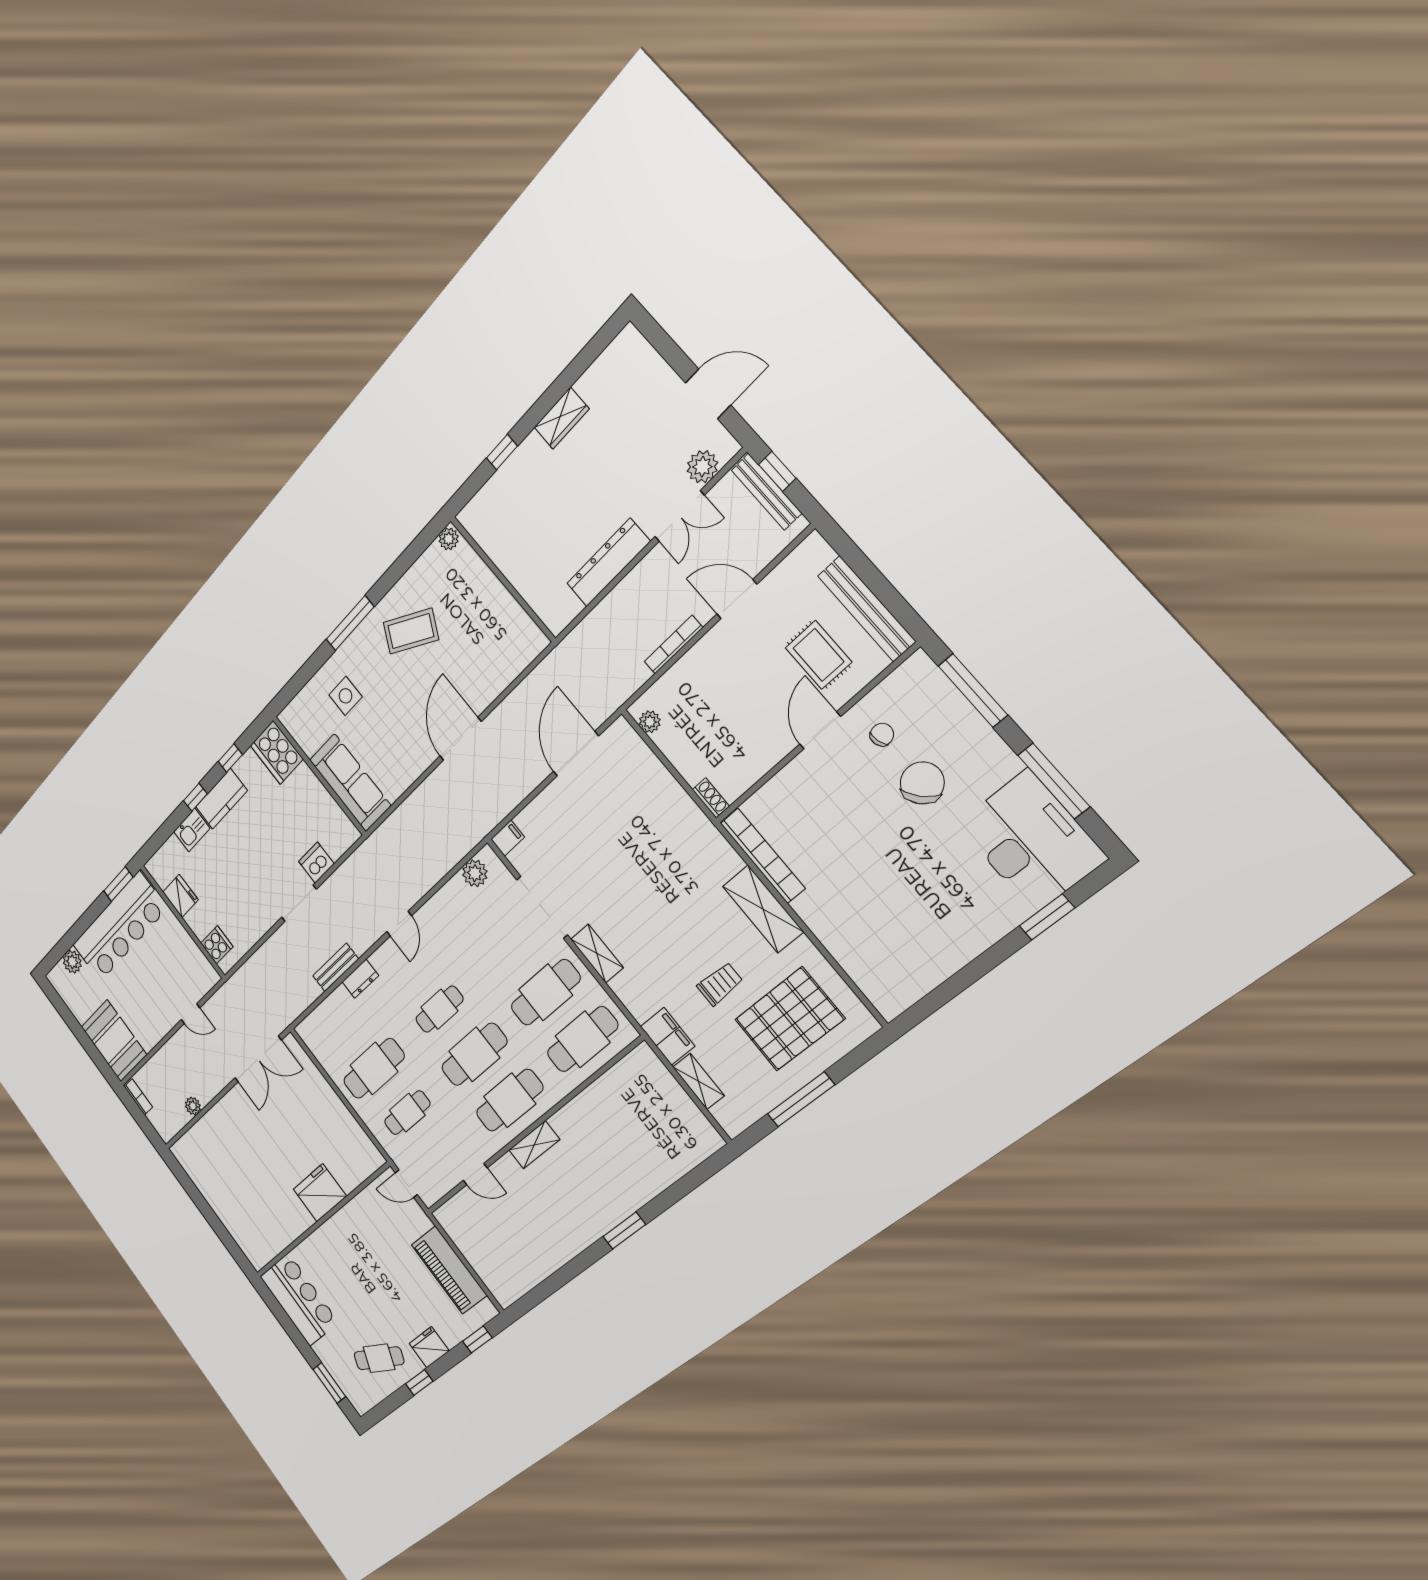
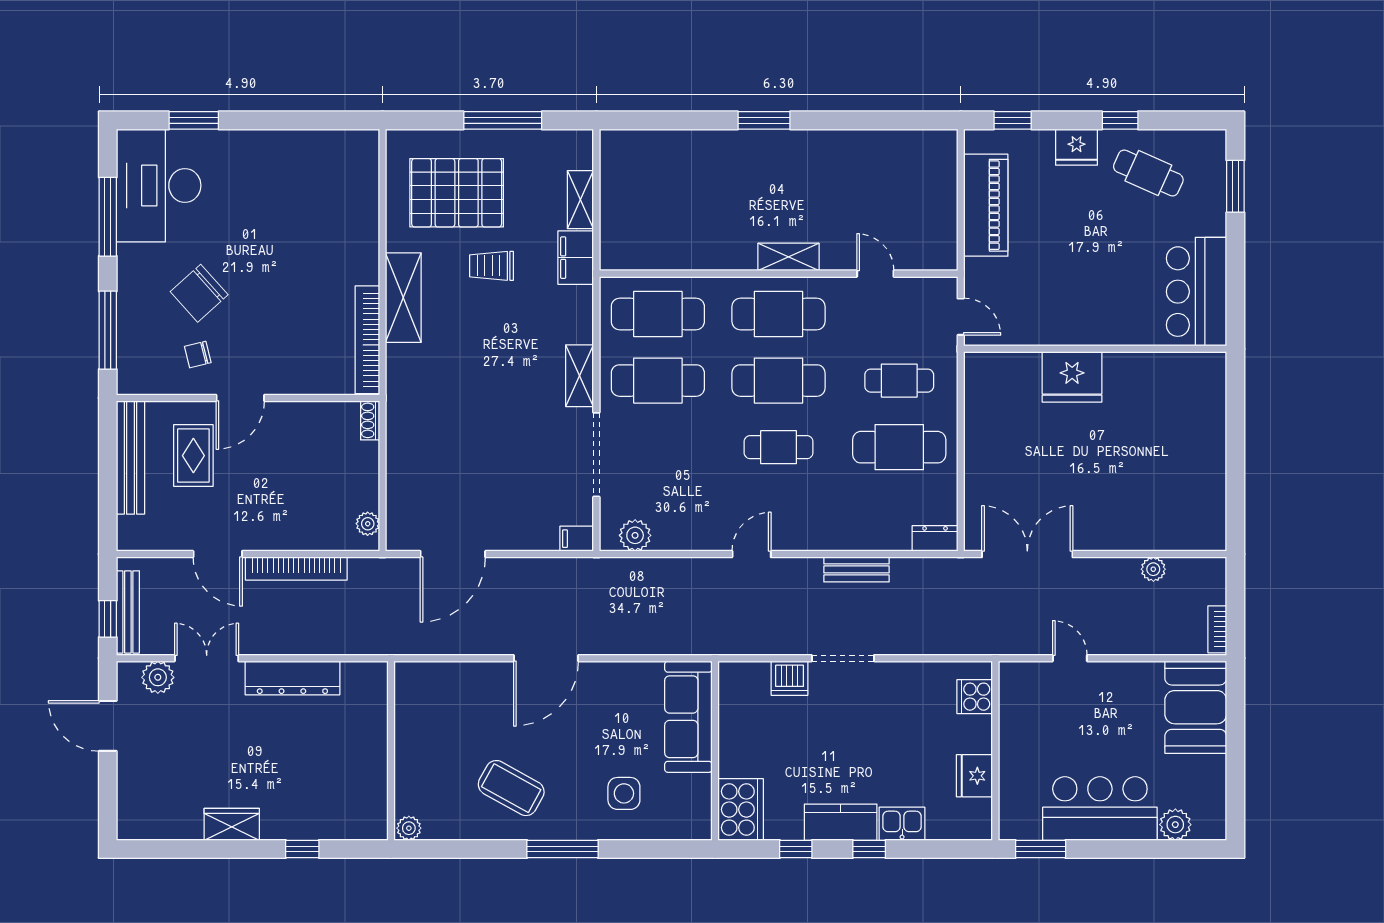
bookcase: (673, 645) -> (296, 569), width x1.48, depth x1.31
bar counter: (120, 927) -> (1100, 809), width x0.73
dresser: (360, 979) -> (935, 538), moved

